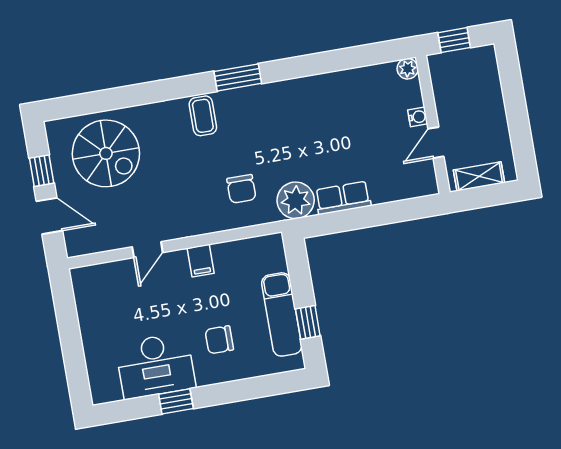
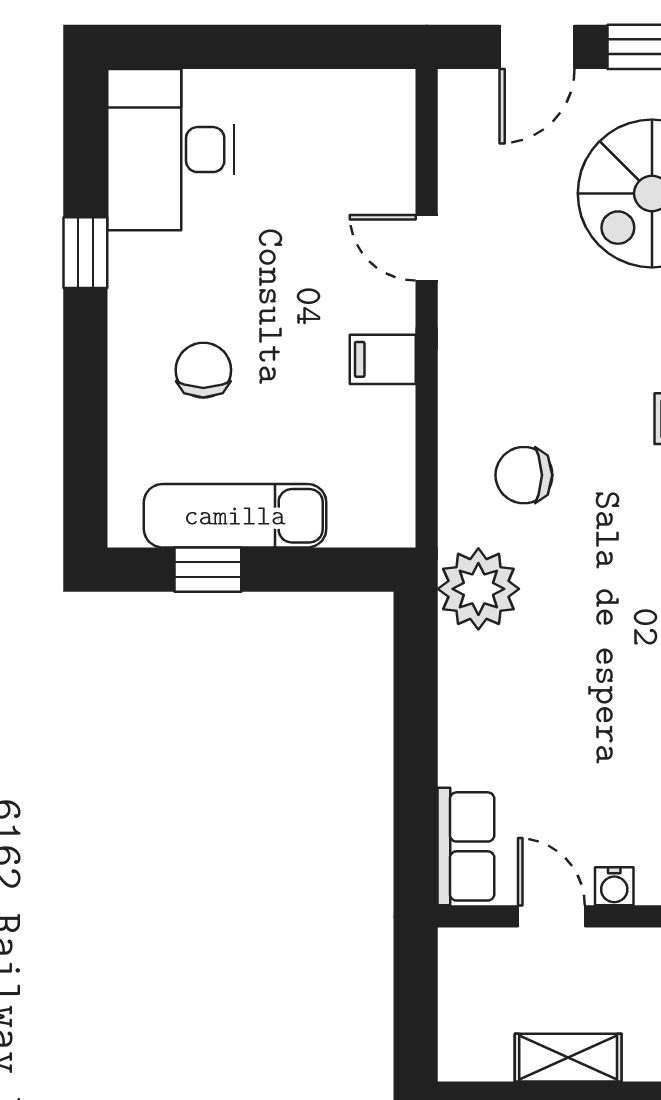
shelving: (479, 176) -> (568, 1058), moved, turned 90
row of seats: (343, 198) -> (466, 846), moved
desk: (156, 366) -> (171, 150), moved

